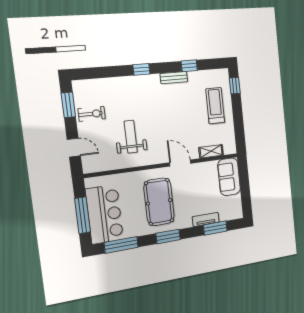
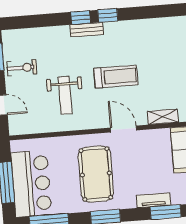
window: (189, 66) -> (108, 15), moved
bench: (174, 78) -> (87, 30), moved
treadmill: (215, 106) -> (116, 77), moved, turned 90
weight bench: (131, 137) -> (65, 95), turned 180

